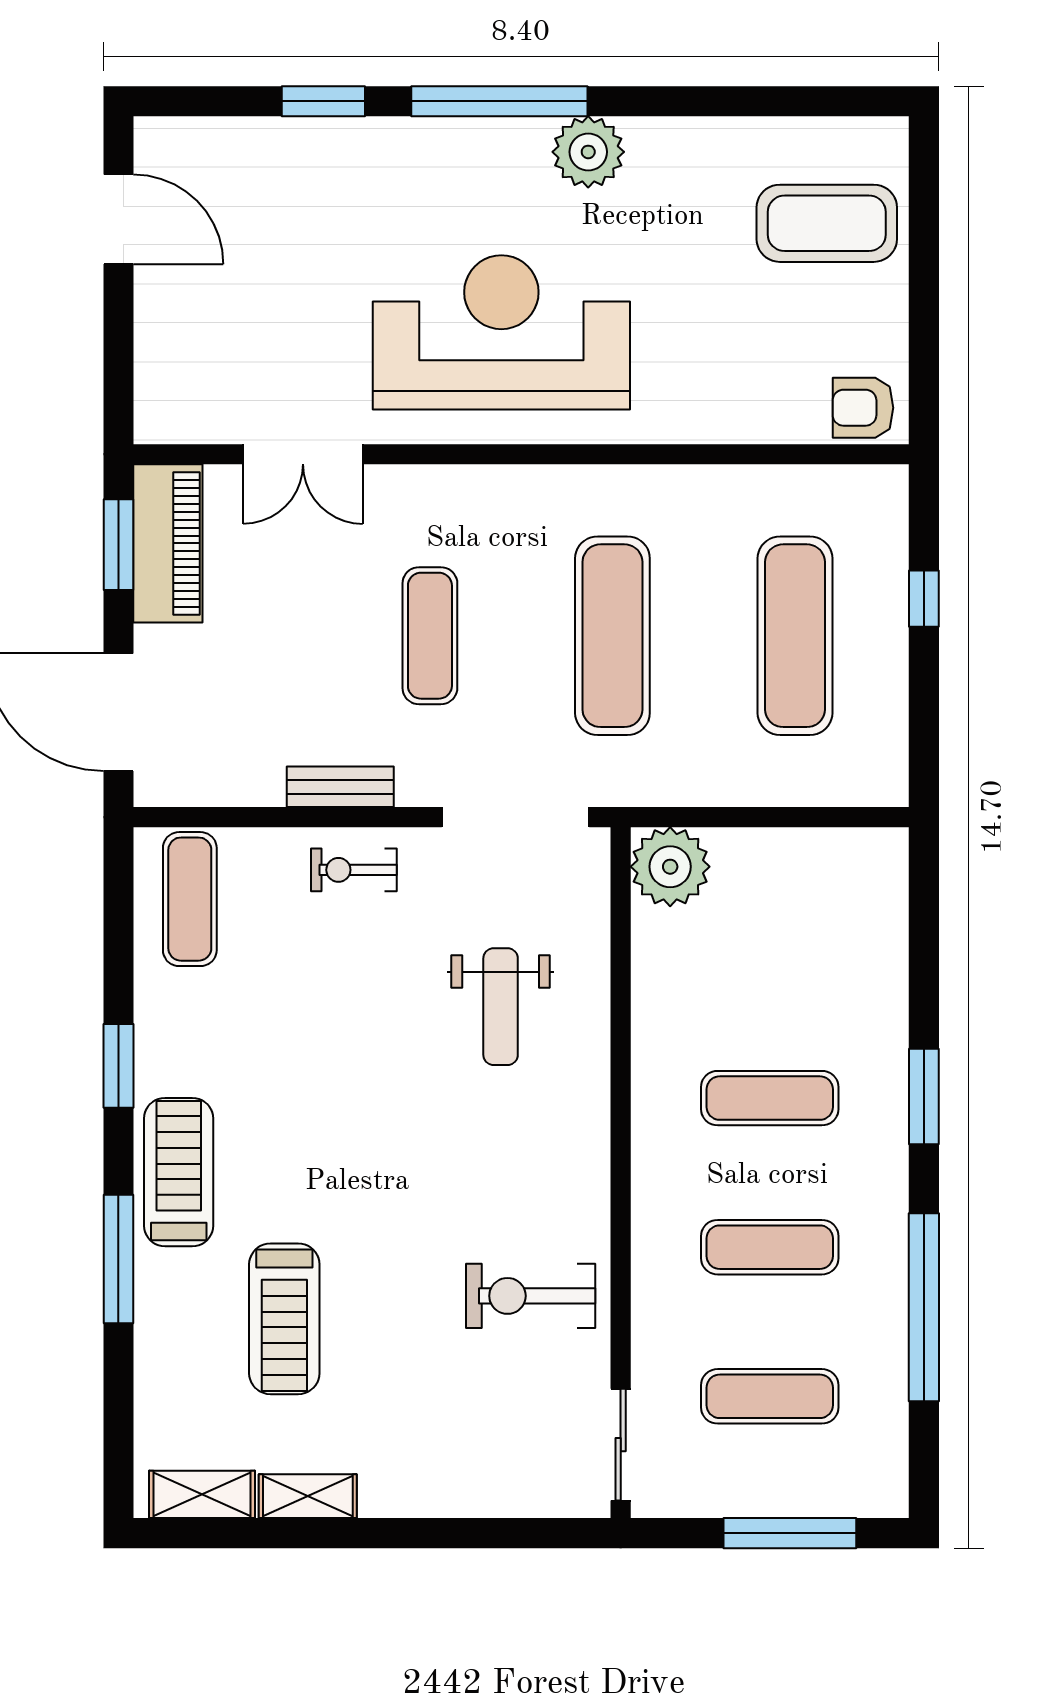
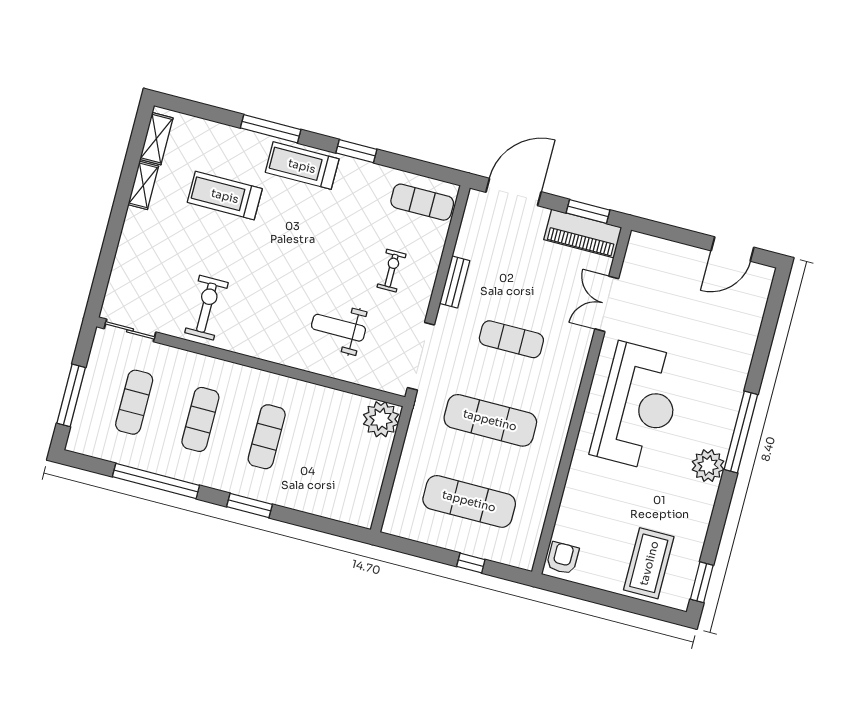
window: (323, 101) -> (702, 582), moved
exercise bike: (354, 870) -> (392, 271), moved
treadmill: (179, 1172) -> (302, 166), turned 180

